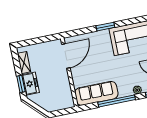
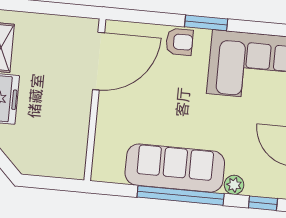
armchair: (97, 38) -> (179, 42), added
sofa: (96, 93) -> (175, 168), moved

